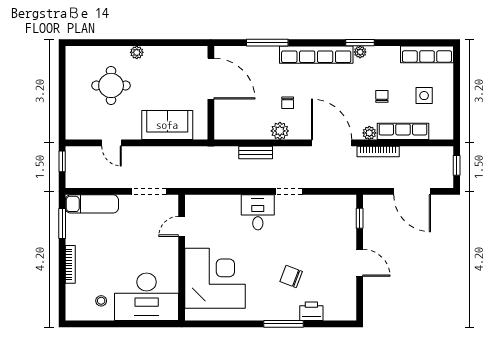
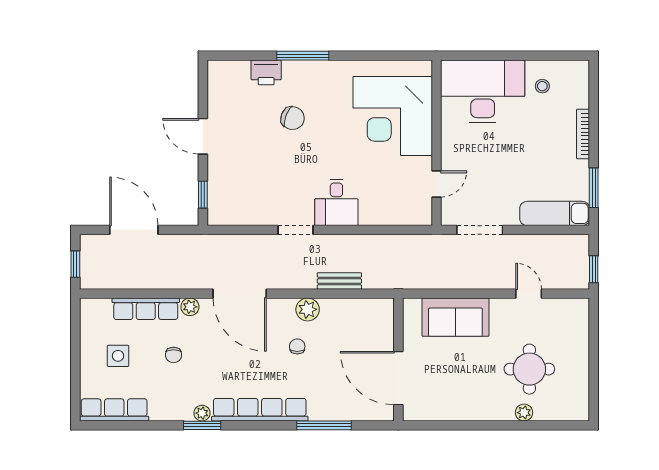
plant: (137, 52) -> (524, 413), moved
bookcase: (378, 152) -> (178, 282), removed

